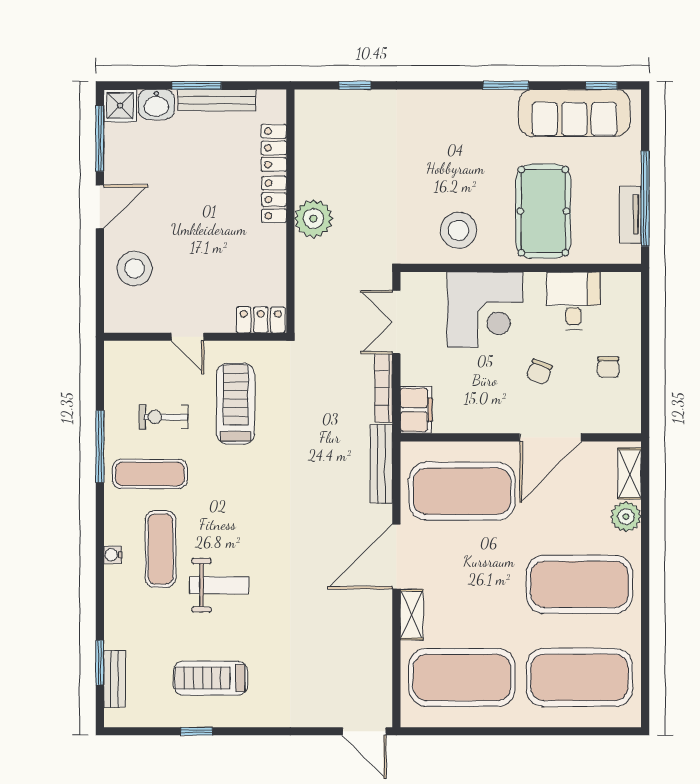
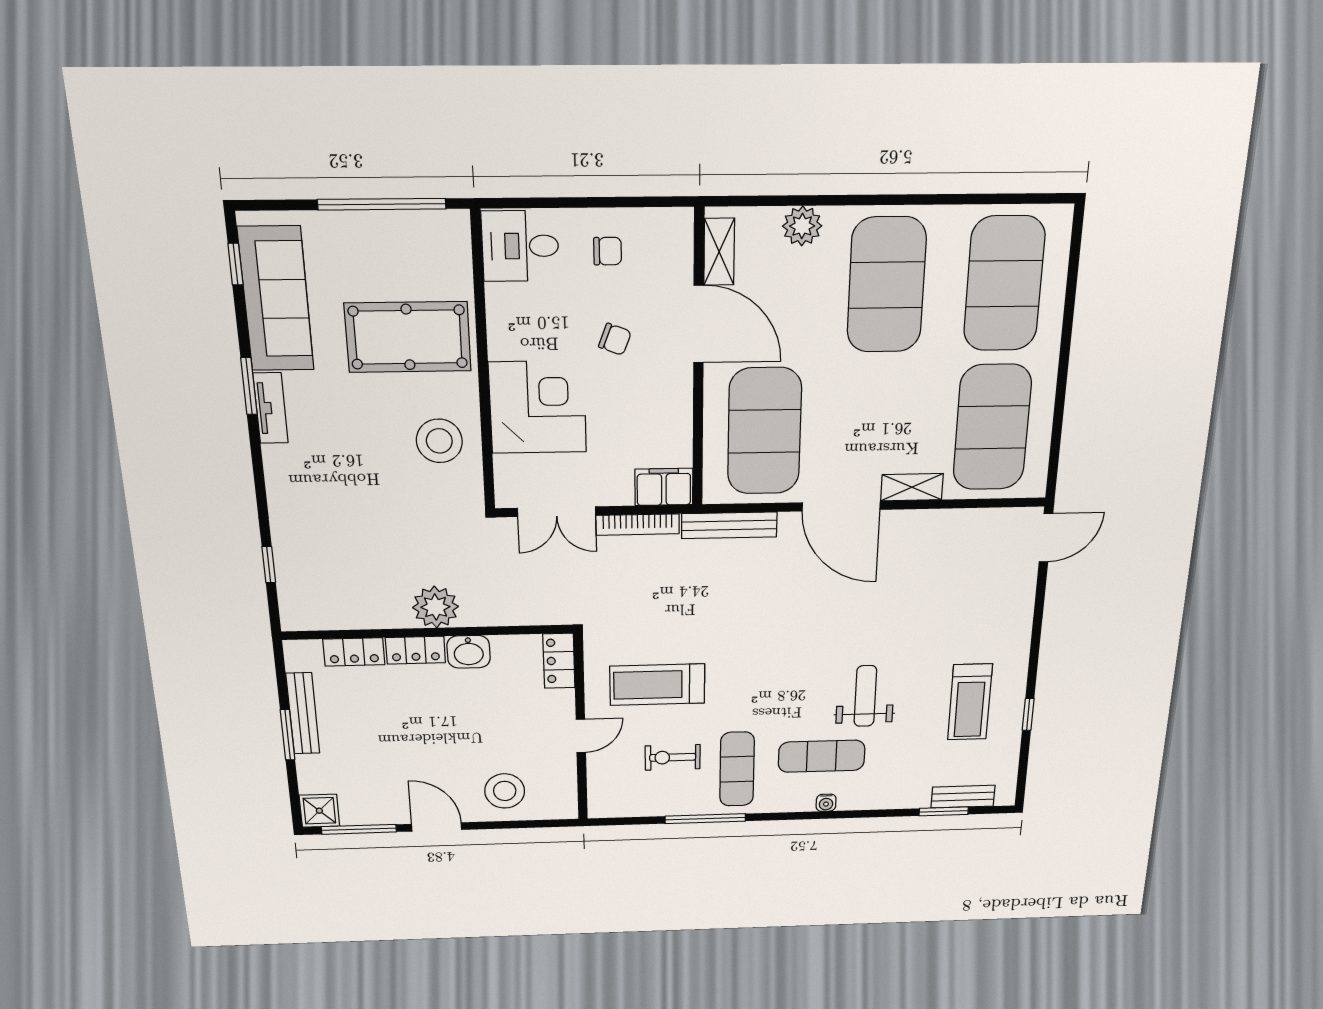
washbasin: (156, 104) -> (469, 652), moved, turned 90
tv unit: (630, 215) -> (271, 408), moved, turned -90
desk: (573, 301) -> (520, 246), moved
exercise bike: (164, 417) -> (673, 757), turned 90
shelving: (630, 474) -> (719, 252), moved, turned 90

